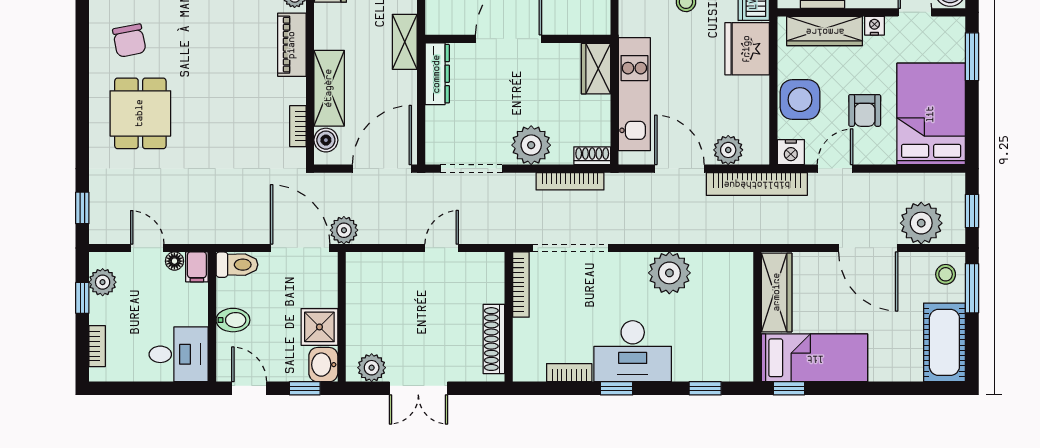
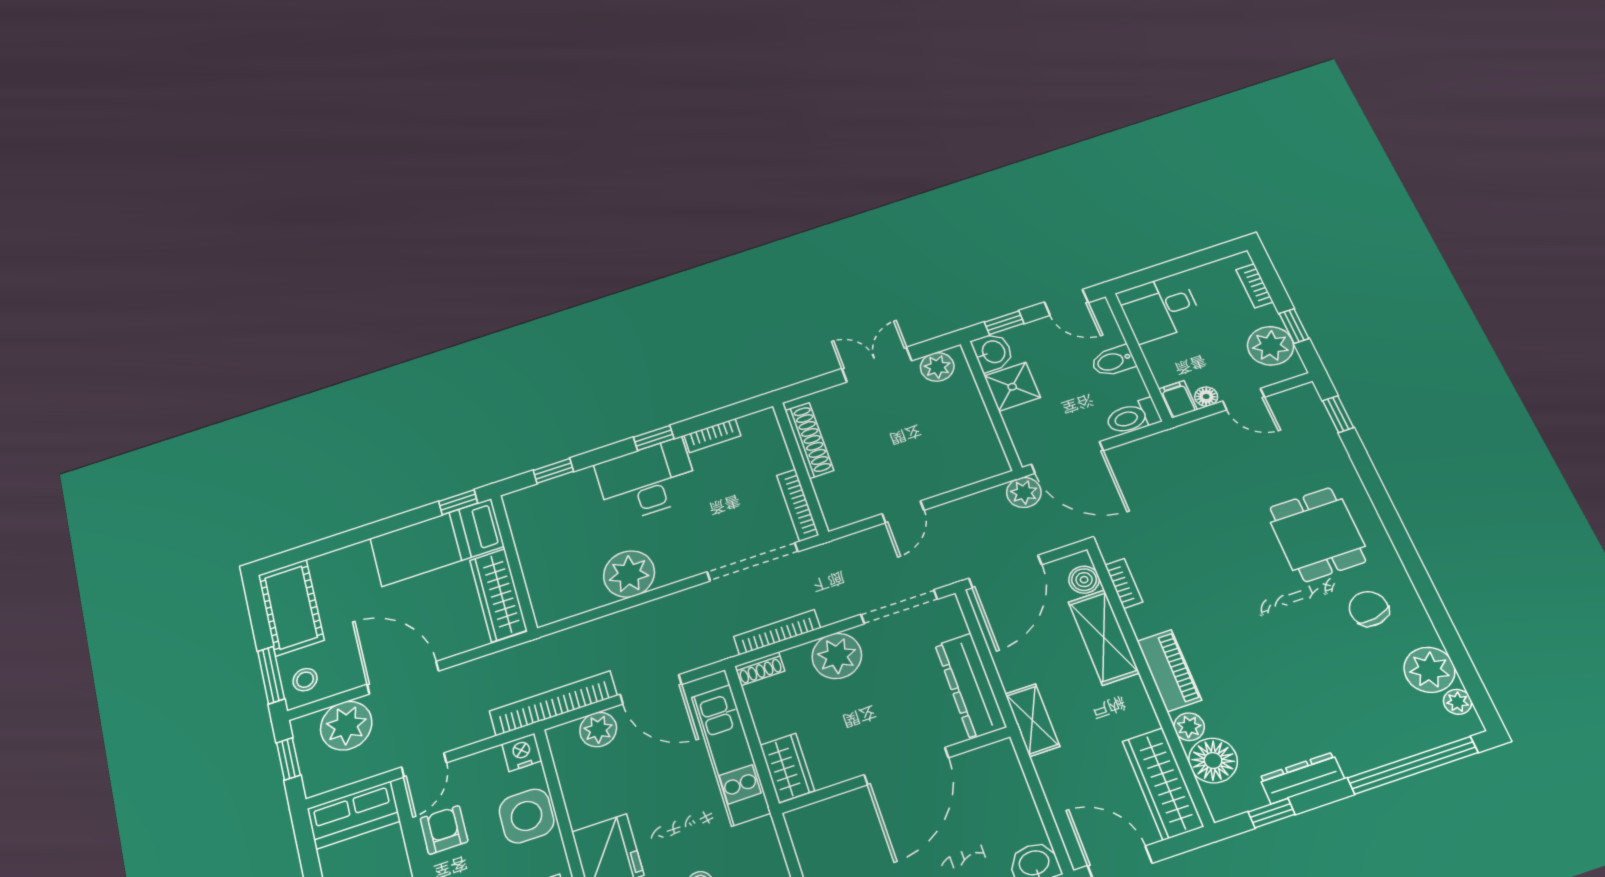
dresser: (437, 74) -> (971, 686), width x1.37, depth x1.24
door: (835, 169) -> (424, 765), moved
plant: (103, 282) -> (1271, 346), width x1.36, depth x1.36

